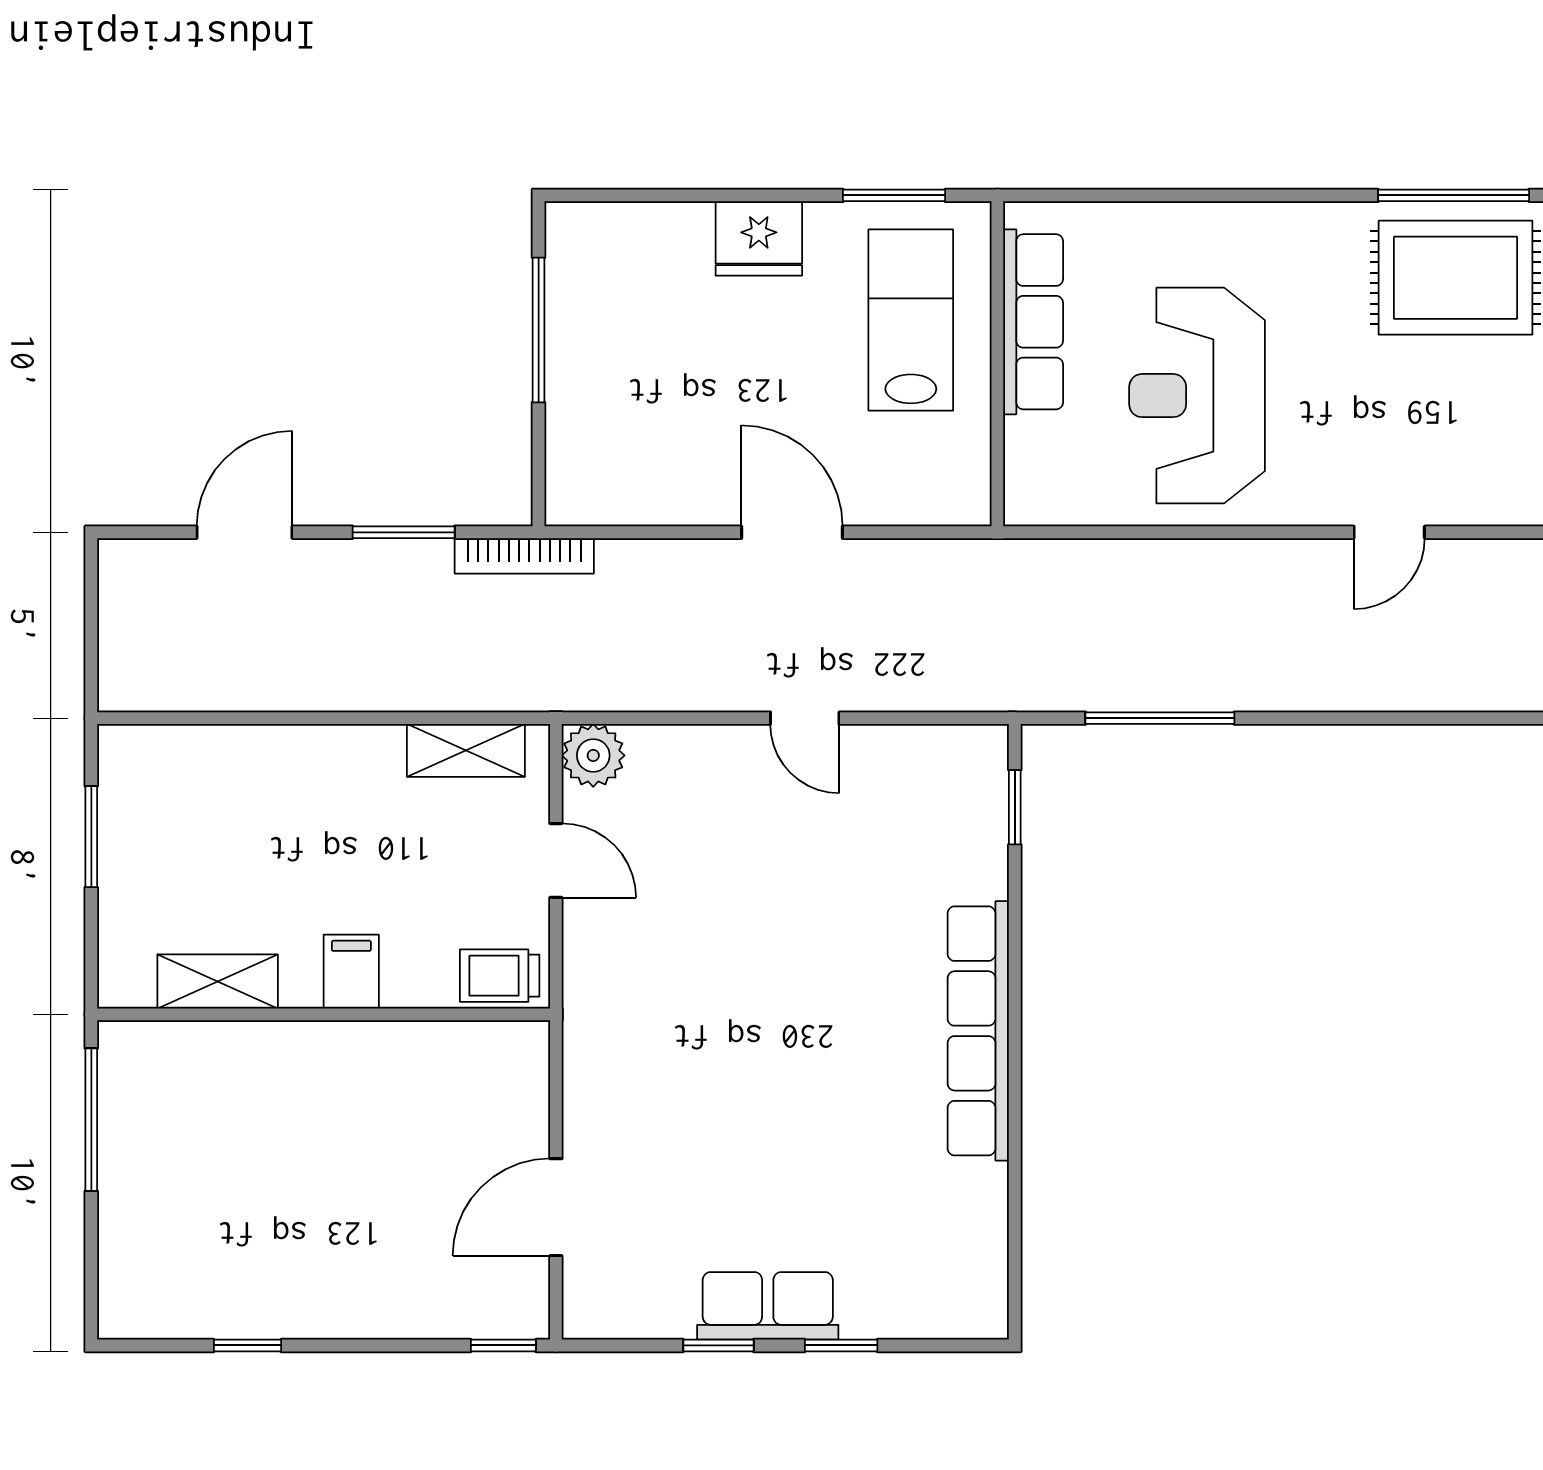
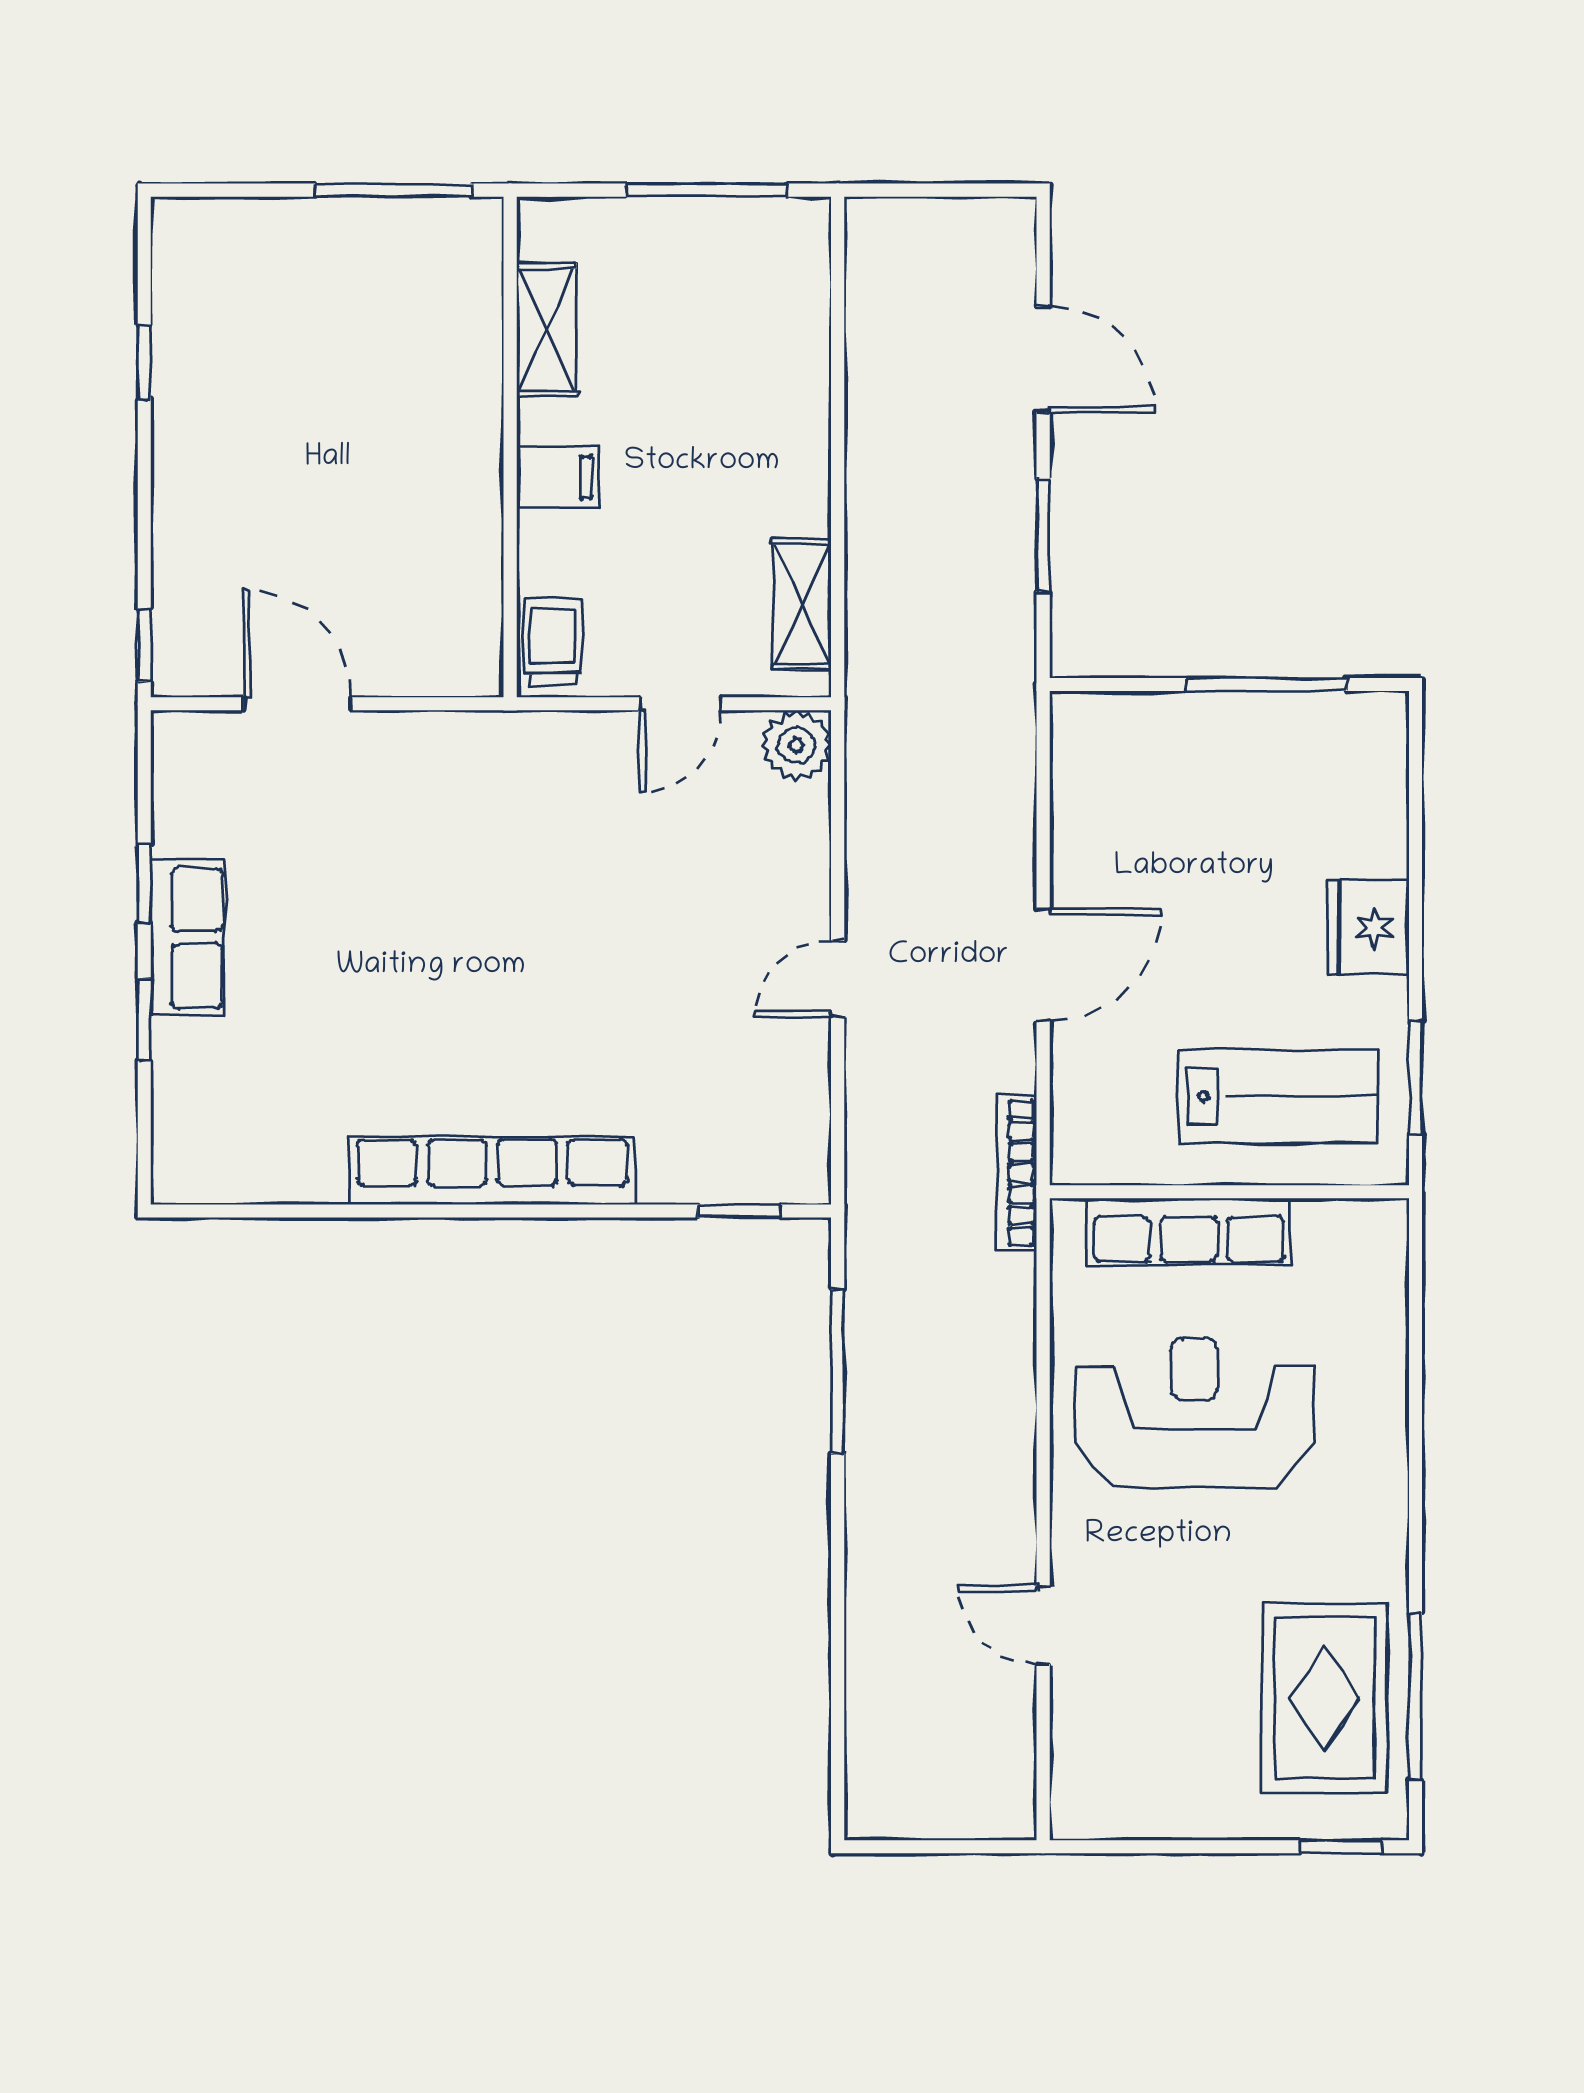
row of seats: (1033, 322) -> (1189, 1231), moved
bookcase: (524, 556) -> (1017, 1173), moved
window: (91, 837) -> (707, 190), width x1.44

